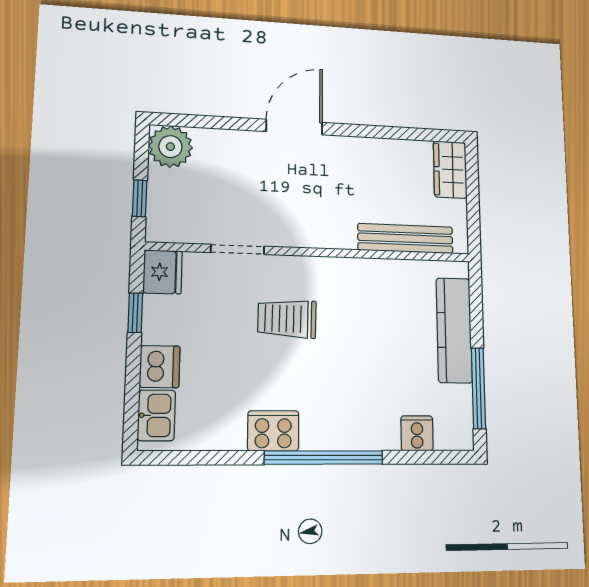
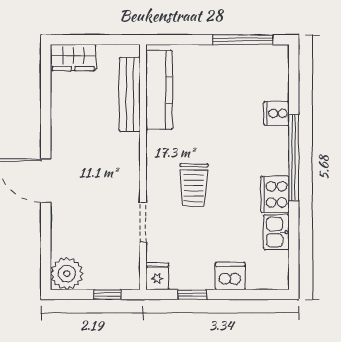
fridge: (163, 272) -> (157, 276), width x0.72
kitchen counter: (454, 330) -> (159, 90), moved, turned -90
kitchen sink: (156, 415) -> (276, 232), moved, turned -90
cooker: (417, 433) -> (276, 113), moved

